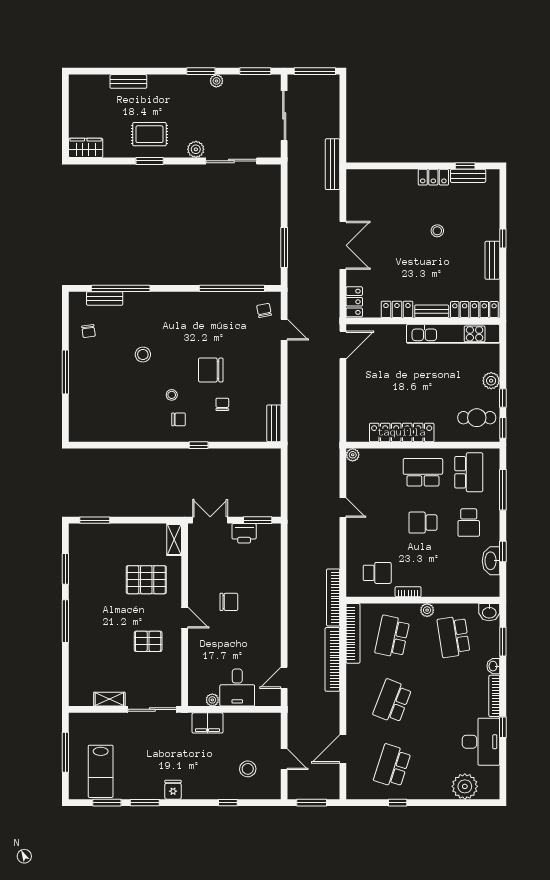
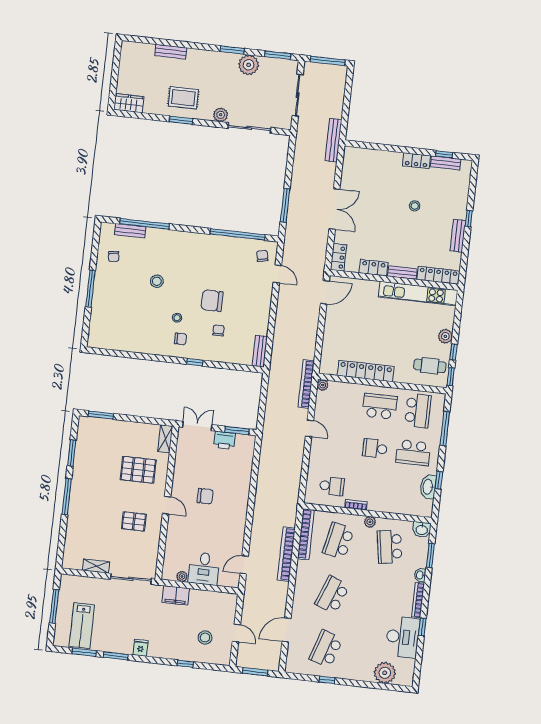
plant: (216, 81) -> (249, 65), width x1.88, depth x1.88
school desk: (469, 523) -> (413, 453), width x1.85
bookcase: (333, 597) -> (306, 384), moved

